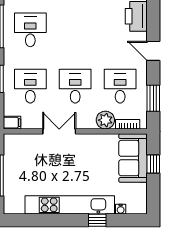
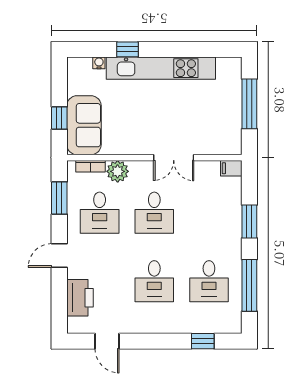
door: (153, 51) -> (59, 256), swing flipped
desk: (30, 86) -> (154, 281), moved

